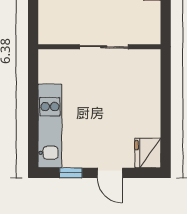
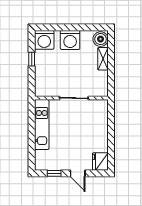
kitchen unit: (50, 126) -> (42, 125), moved

